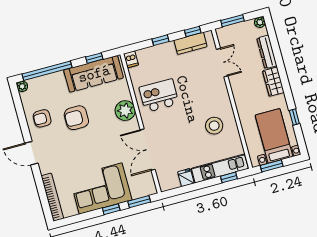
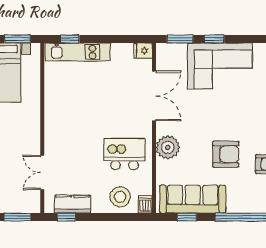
window: (161, 40) -> (106, 217), removed
kitchen island: (159, 96) -> (125, 154), turned 180
stool: (214, 126) -> (120, 197), moved
fridge: (186, 178) -> (143, 51), moved, turned 90

